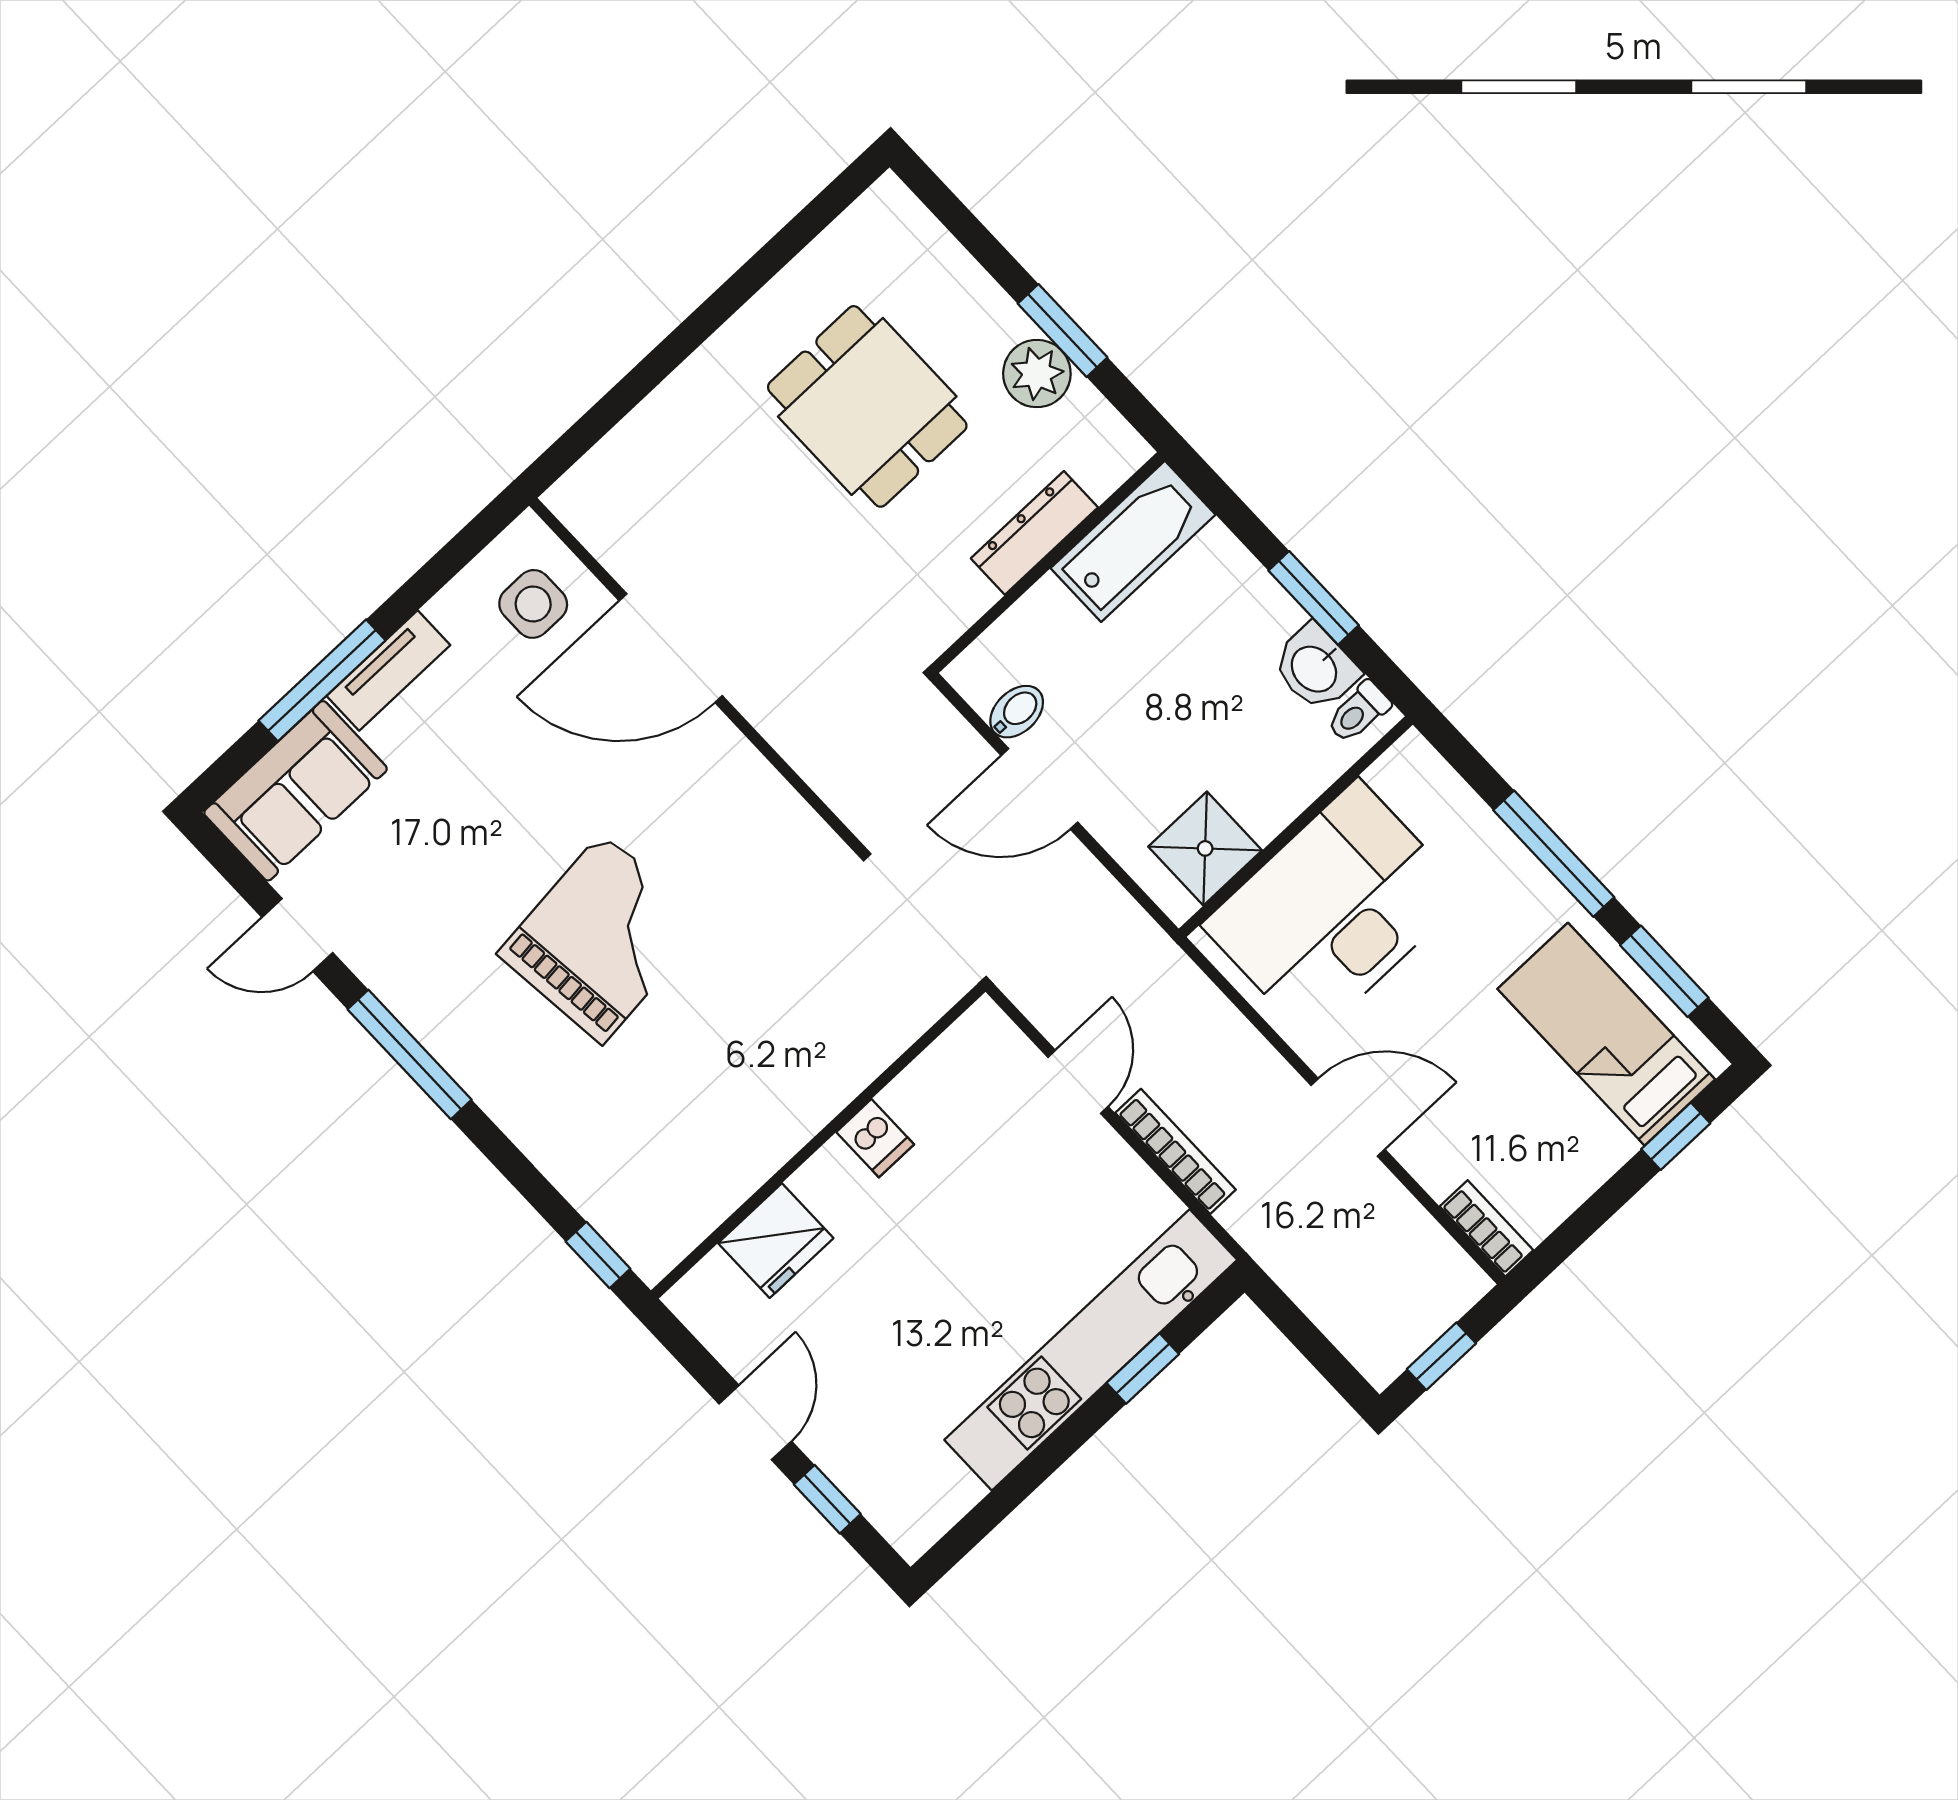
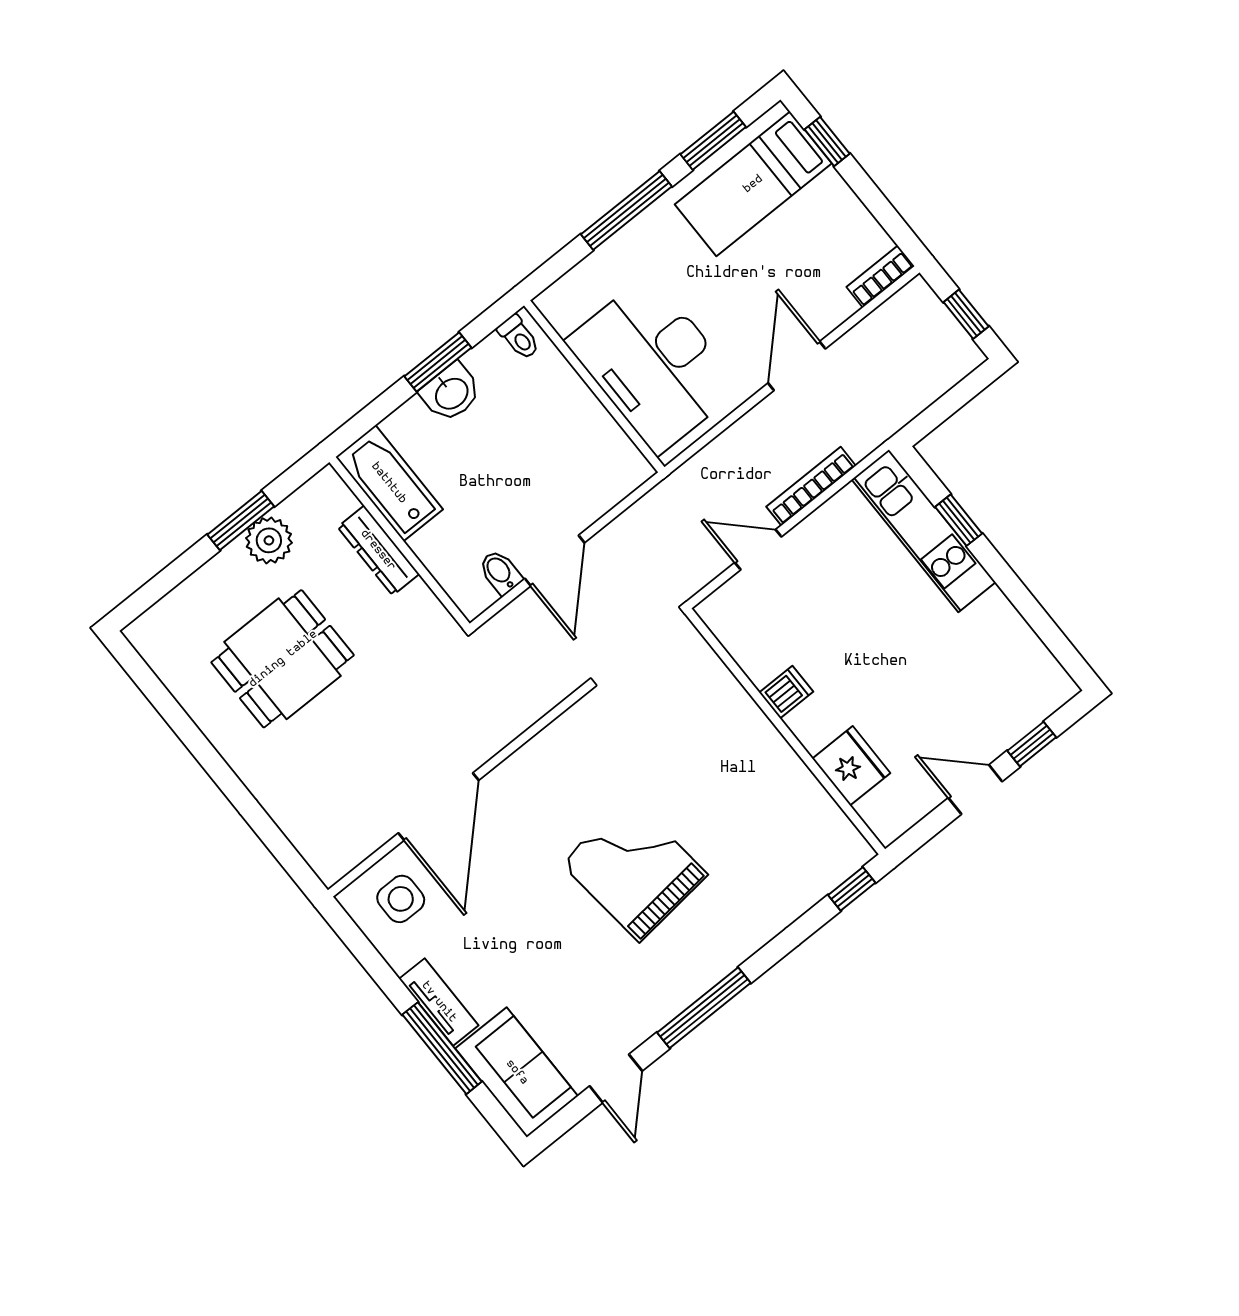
washbasin: (1315, 668) -> (451, 393), moved
shower: (1205, 848) -> (604, 450), removed
kitchen unit: (1091, 1350) -> (924, 531), width x0.73

